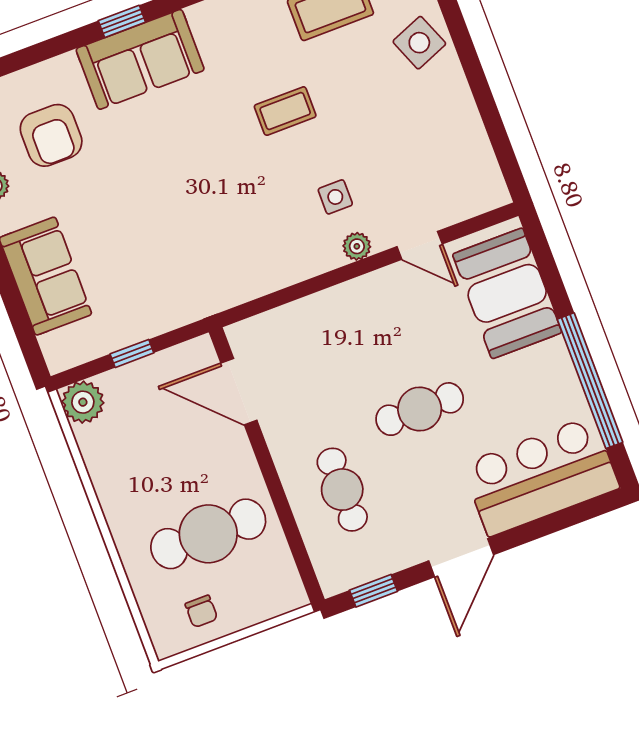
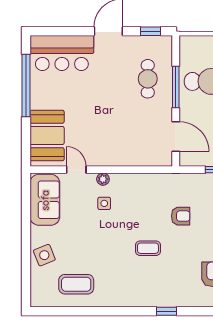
sofa: (140, 59) -> (45, 200), moved, turned 90
coffee table: (285, 111) -> (148, 248), moved
armchair: (167, 230) -> (181, 216), added
cafe table: (420, 409) -> (102, 101), removed
window: (278, 494) -> (176, 87), added

